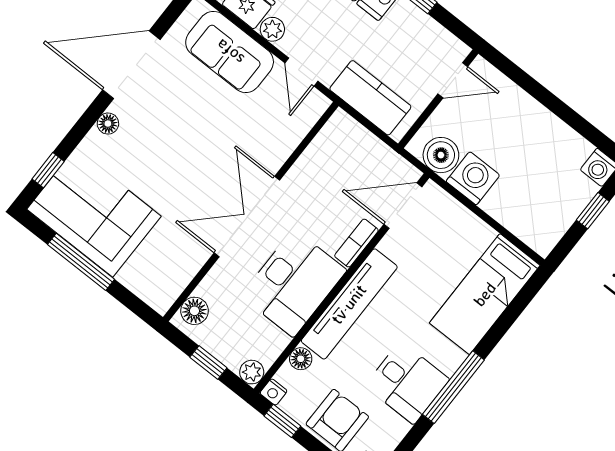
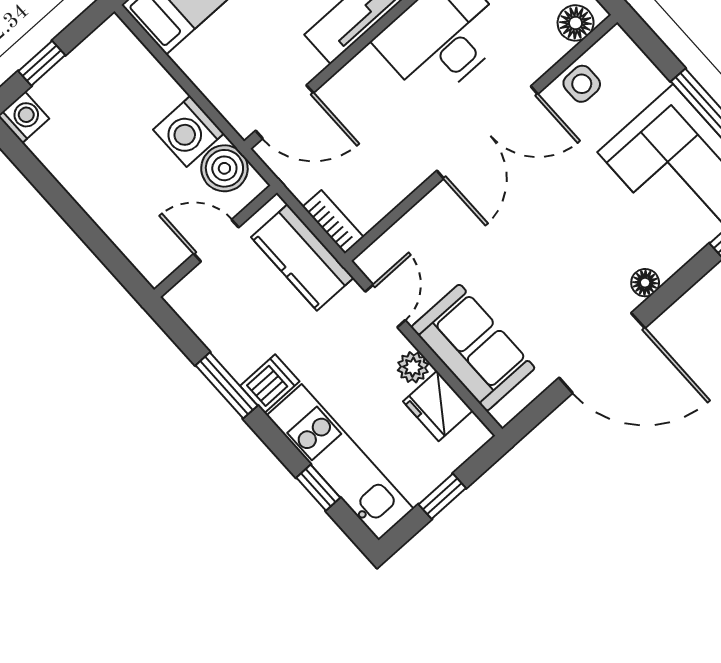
door: (453, 80) -> (216, 241), moved
bookcase: (356, 243) -> (333, 222), moved, turned -90
side table: (182, 266) -> (582, 84), added

